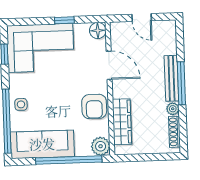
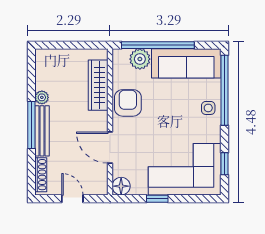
shoe rack: (174, 132) -> (41, 175), moved
plant: (101, 146) -> (140, 59), moved

